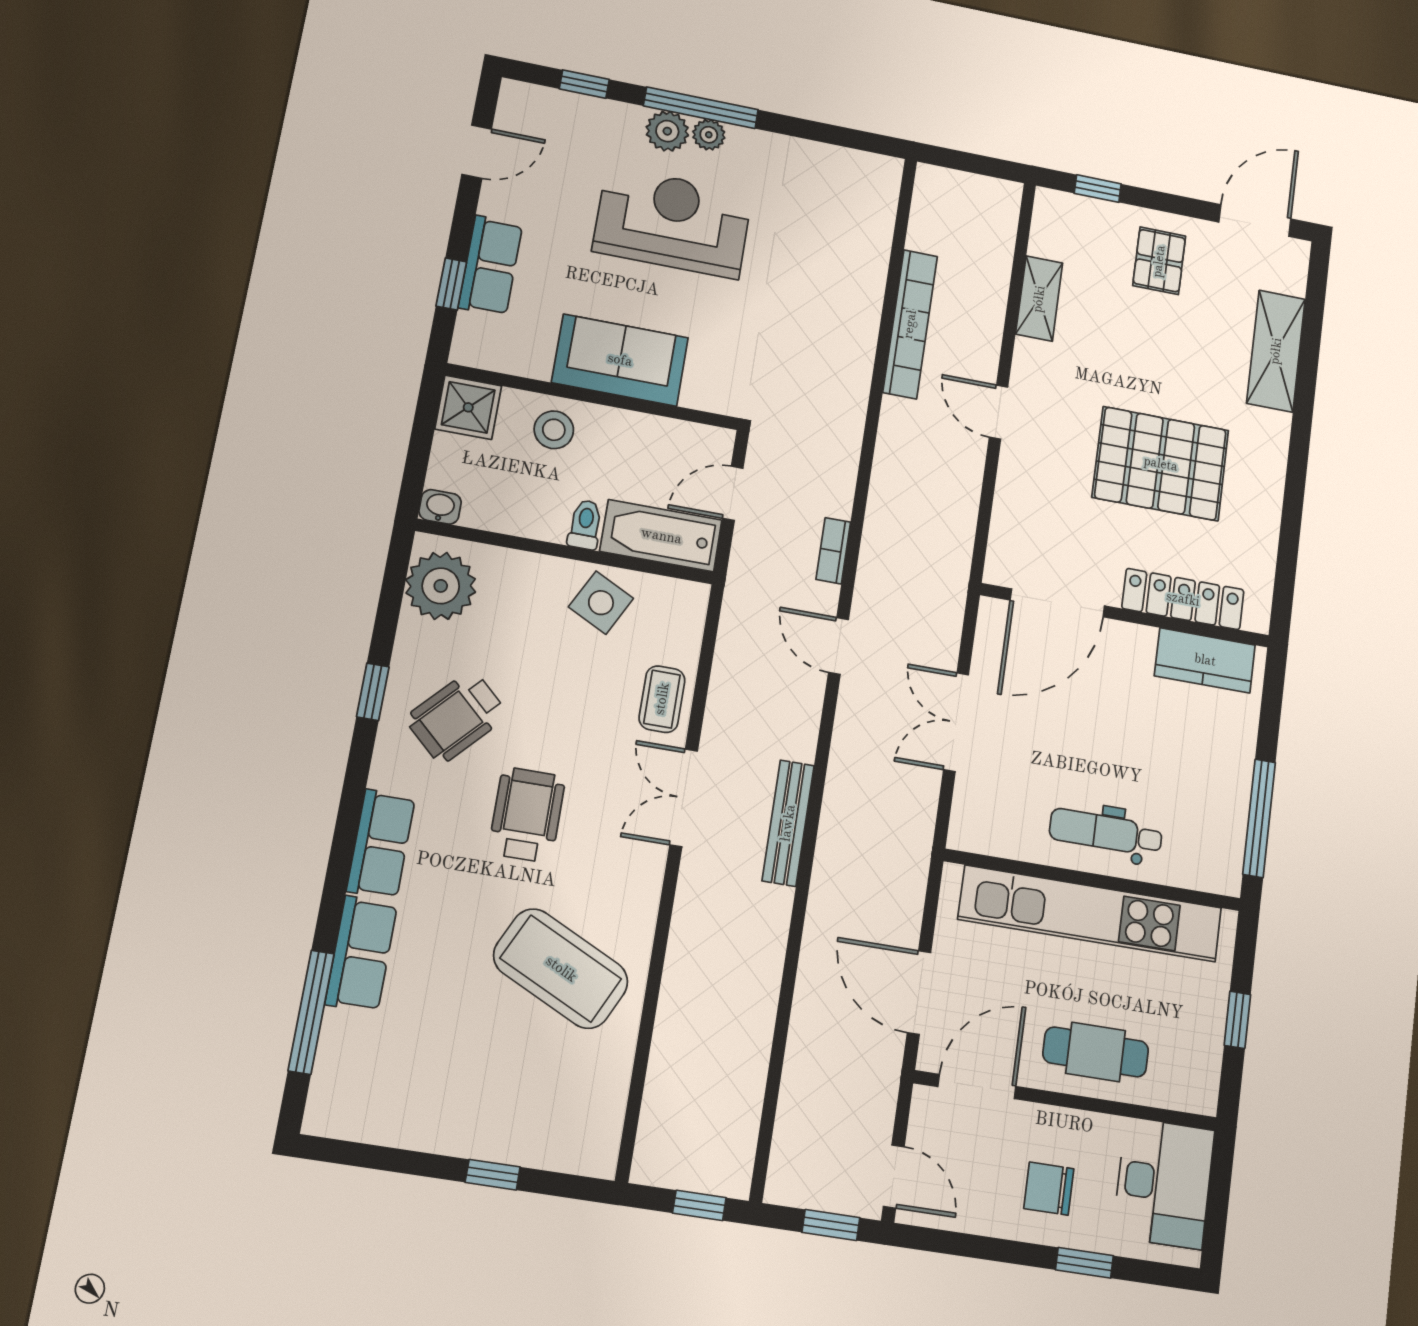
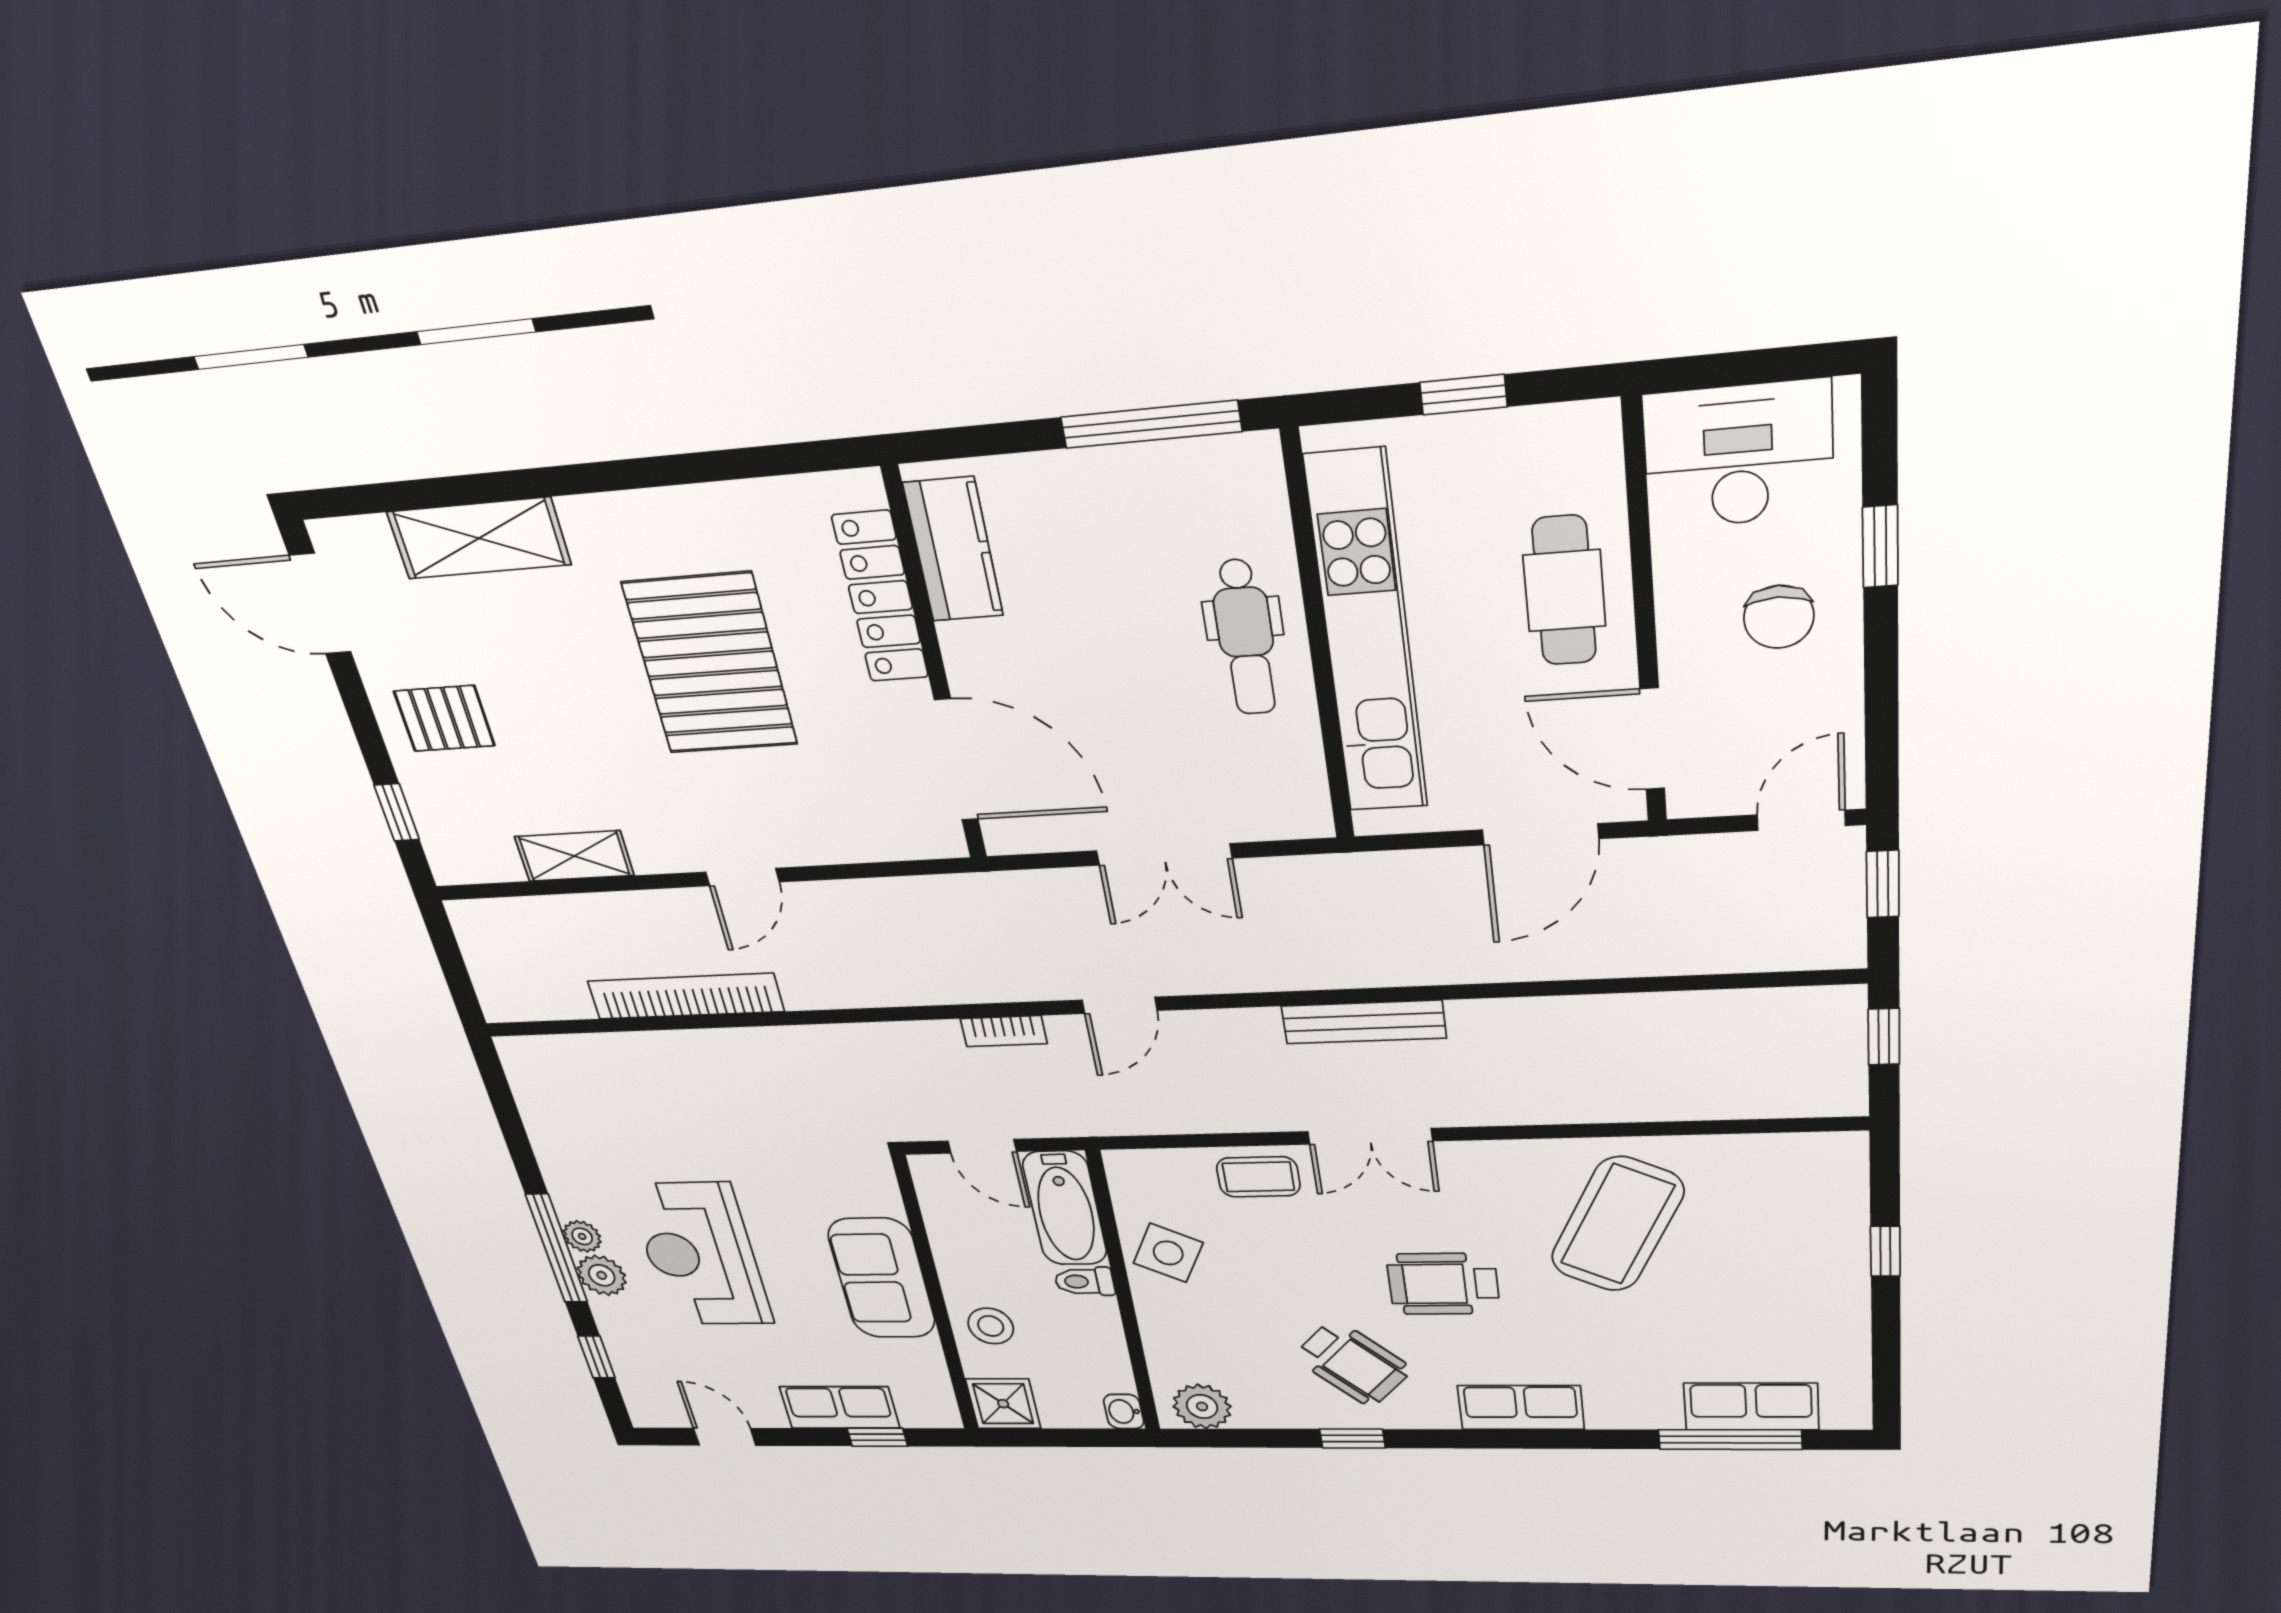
plant: (441, 586) -> (1202, 1407), width x0.73, depth x0.73
row of seats: (361, 954) -> (1751, 1407), moved

